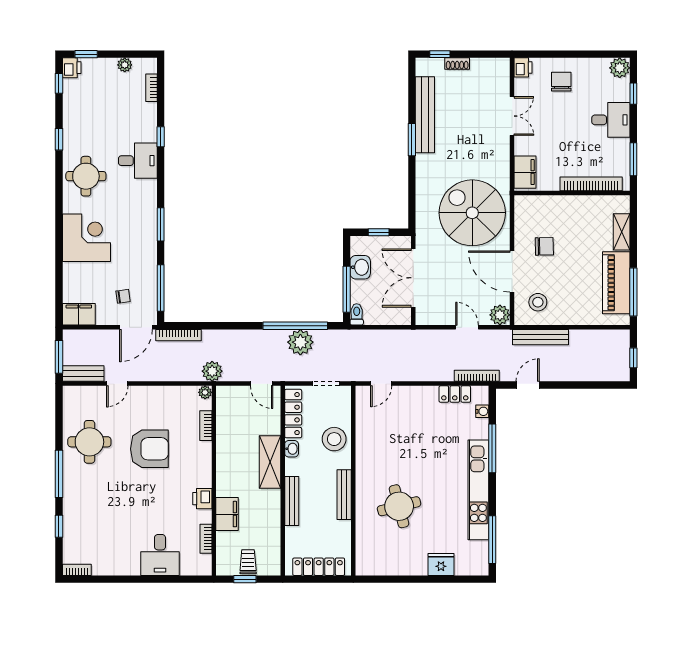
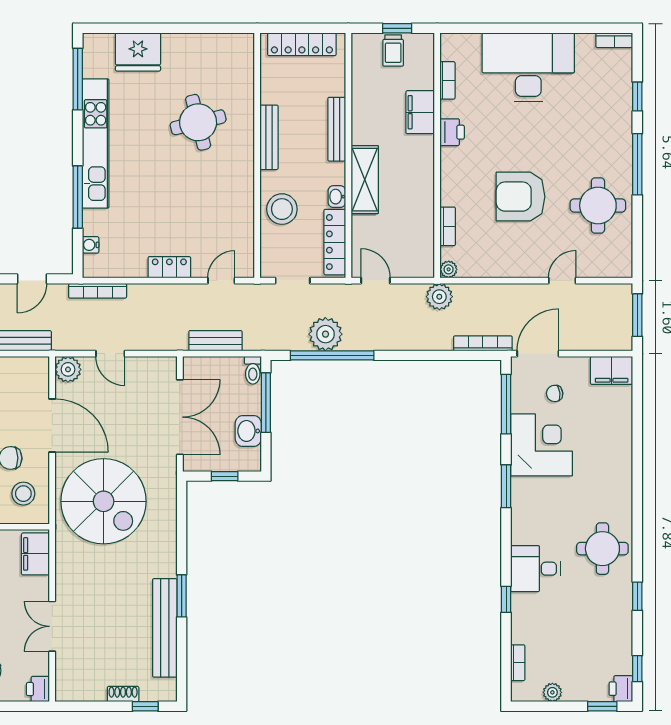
corner desk: (86, 238) -> (541, 445), moved, turned 180
stool: (538, 302) -> (23, 494), moved
bench: (83, 374) -> (215, 341), moved
locker: (455, 394) -> (169, 267), moved
desk: (160, 555) -> (528, 67), width x1.87, depth x1.30
fridge: (441, 564) -> (138, 52), width x1.36, depth x1.34

